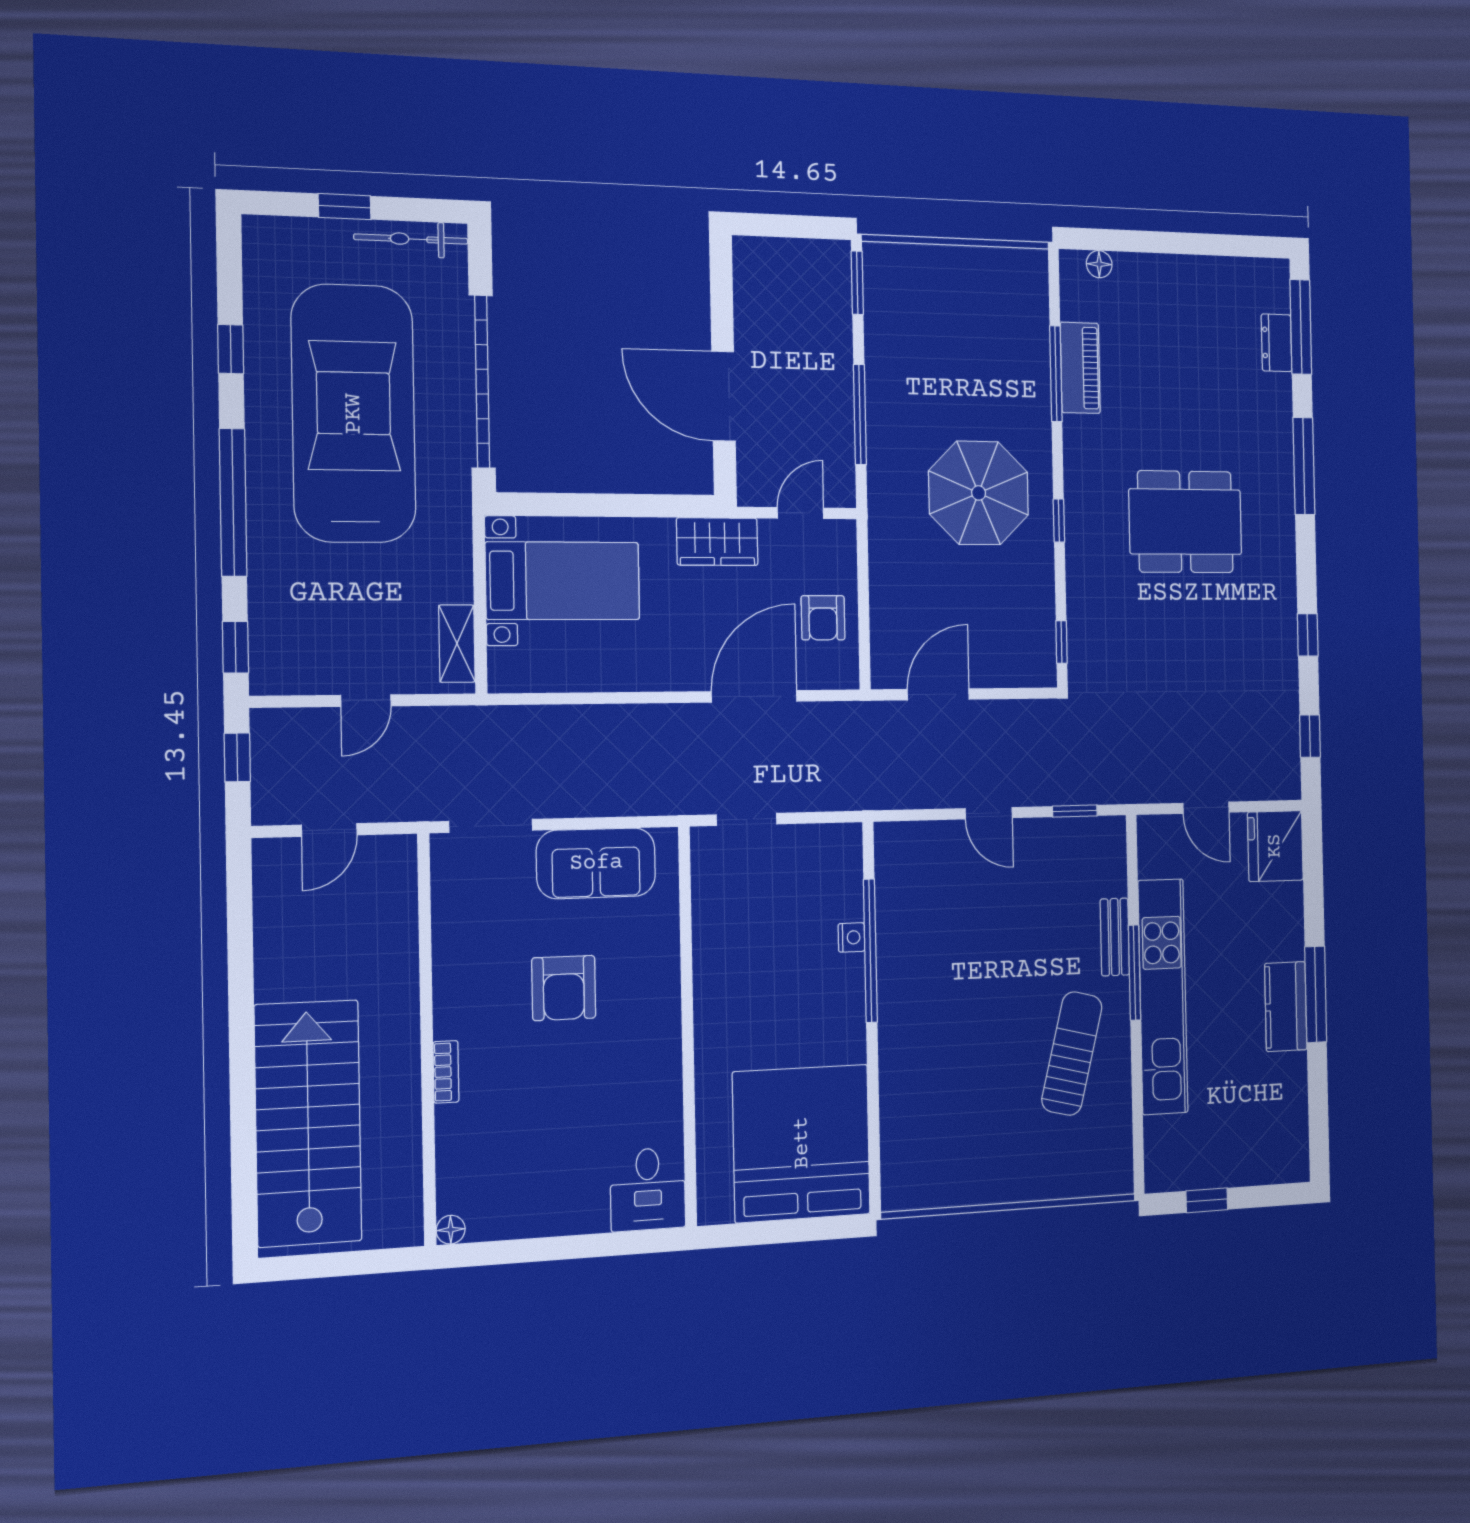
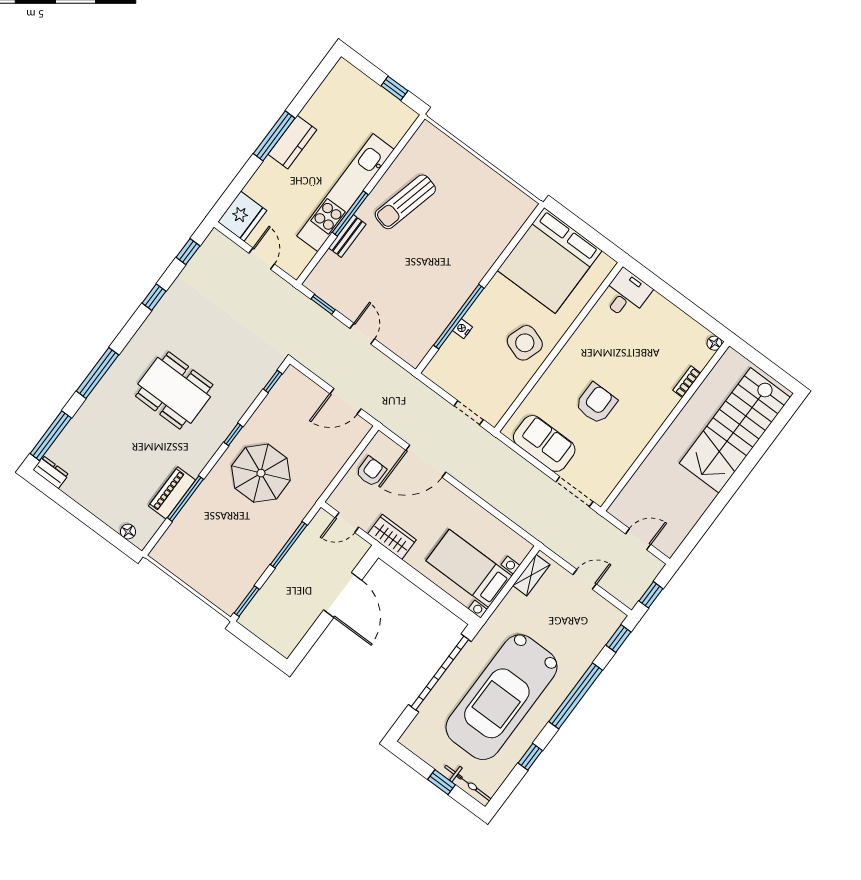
bicycle: (411, 239) -> (468, 783), moved
dresser: (1277, 343) -> (51, 472), moved, turned -90
side table: (744, 992) -> (525, 343), added
bookcase: (446, 1072) -> (687, 382), moved

